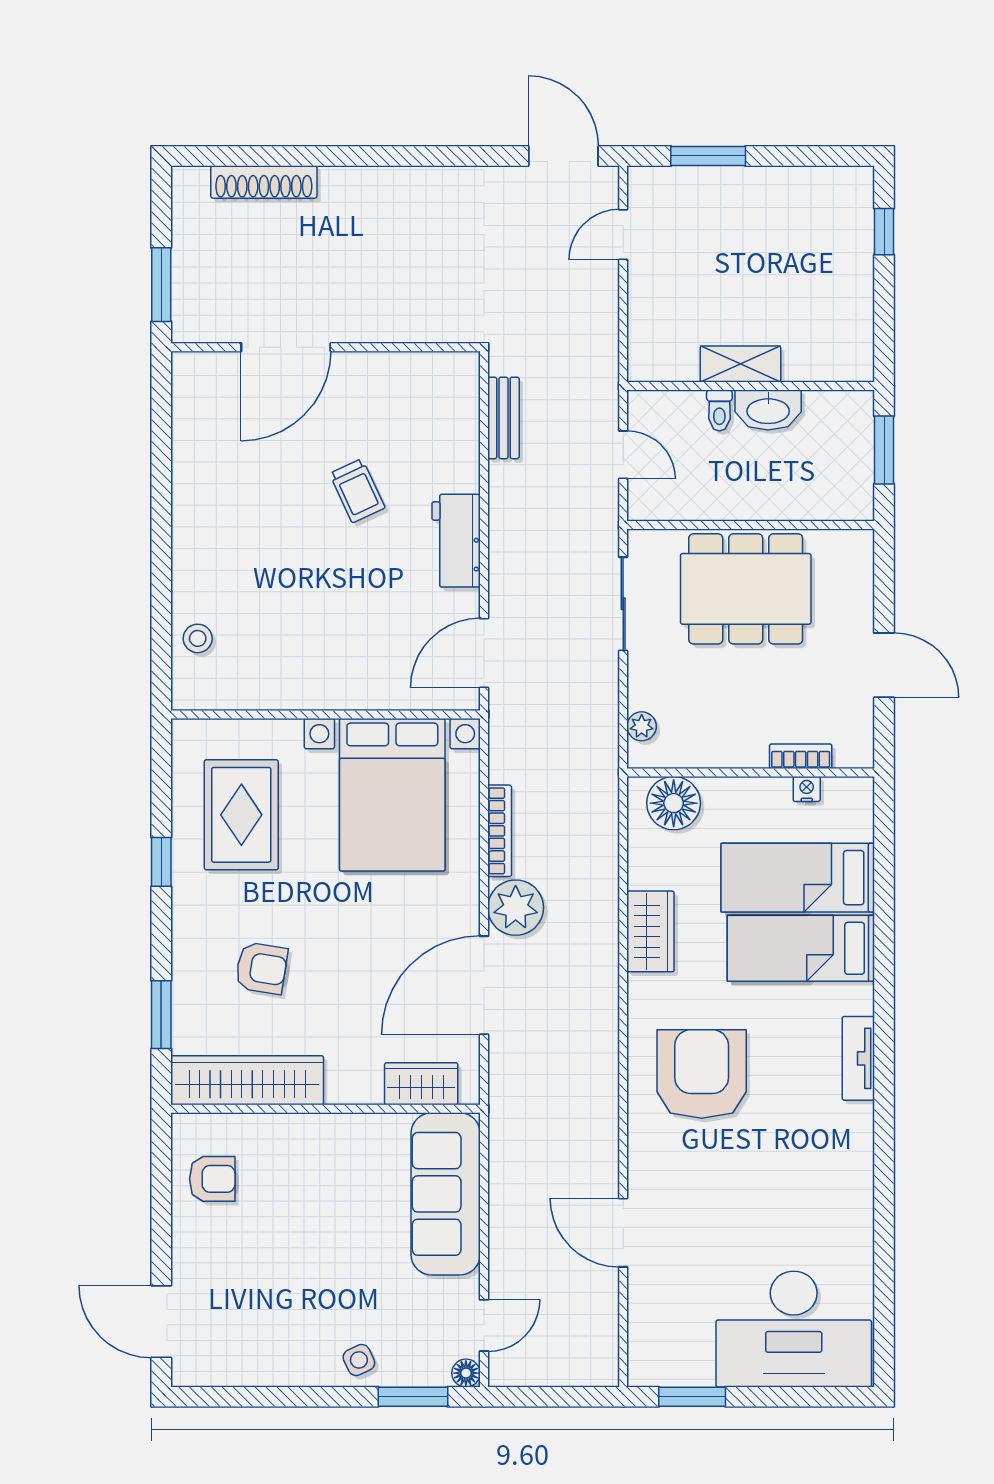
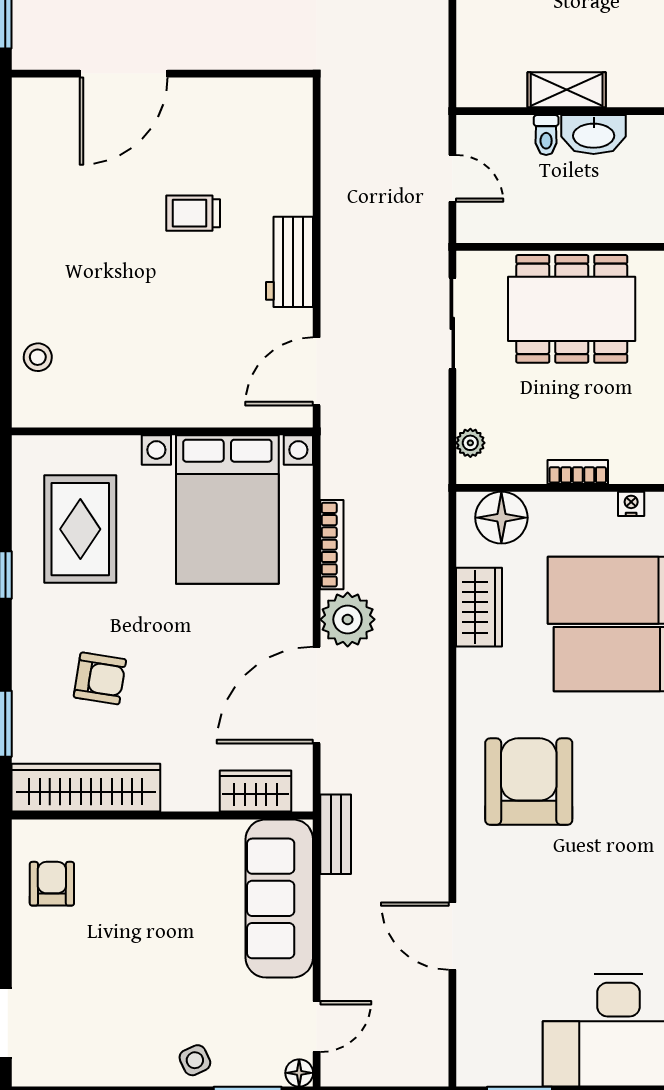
bench: (503, 418) -> (336, 834), moved
trolley: (357, 491) -> (193, 213), turned 115
bookcase: (801, 756) -> (578, 472), moved
wardrobe: (650, 931) -> (479, 607), moved
armchair: (212, 1179) -> (52, 884), turned -90

